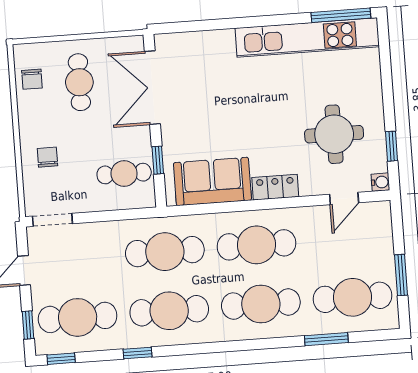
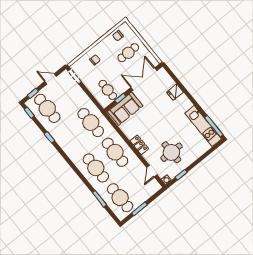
kitchen unit: (307, 37) -> (203, 126), width x0.73
fridge: (221, 45) -> (175, 92), added
sofa: (212, 181) -> (125, 109), moved, turned 90
door: (344, 198) -> (152, 171), hinge flipped
cafe table: (169, 311) -> (72, 138), removed

